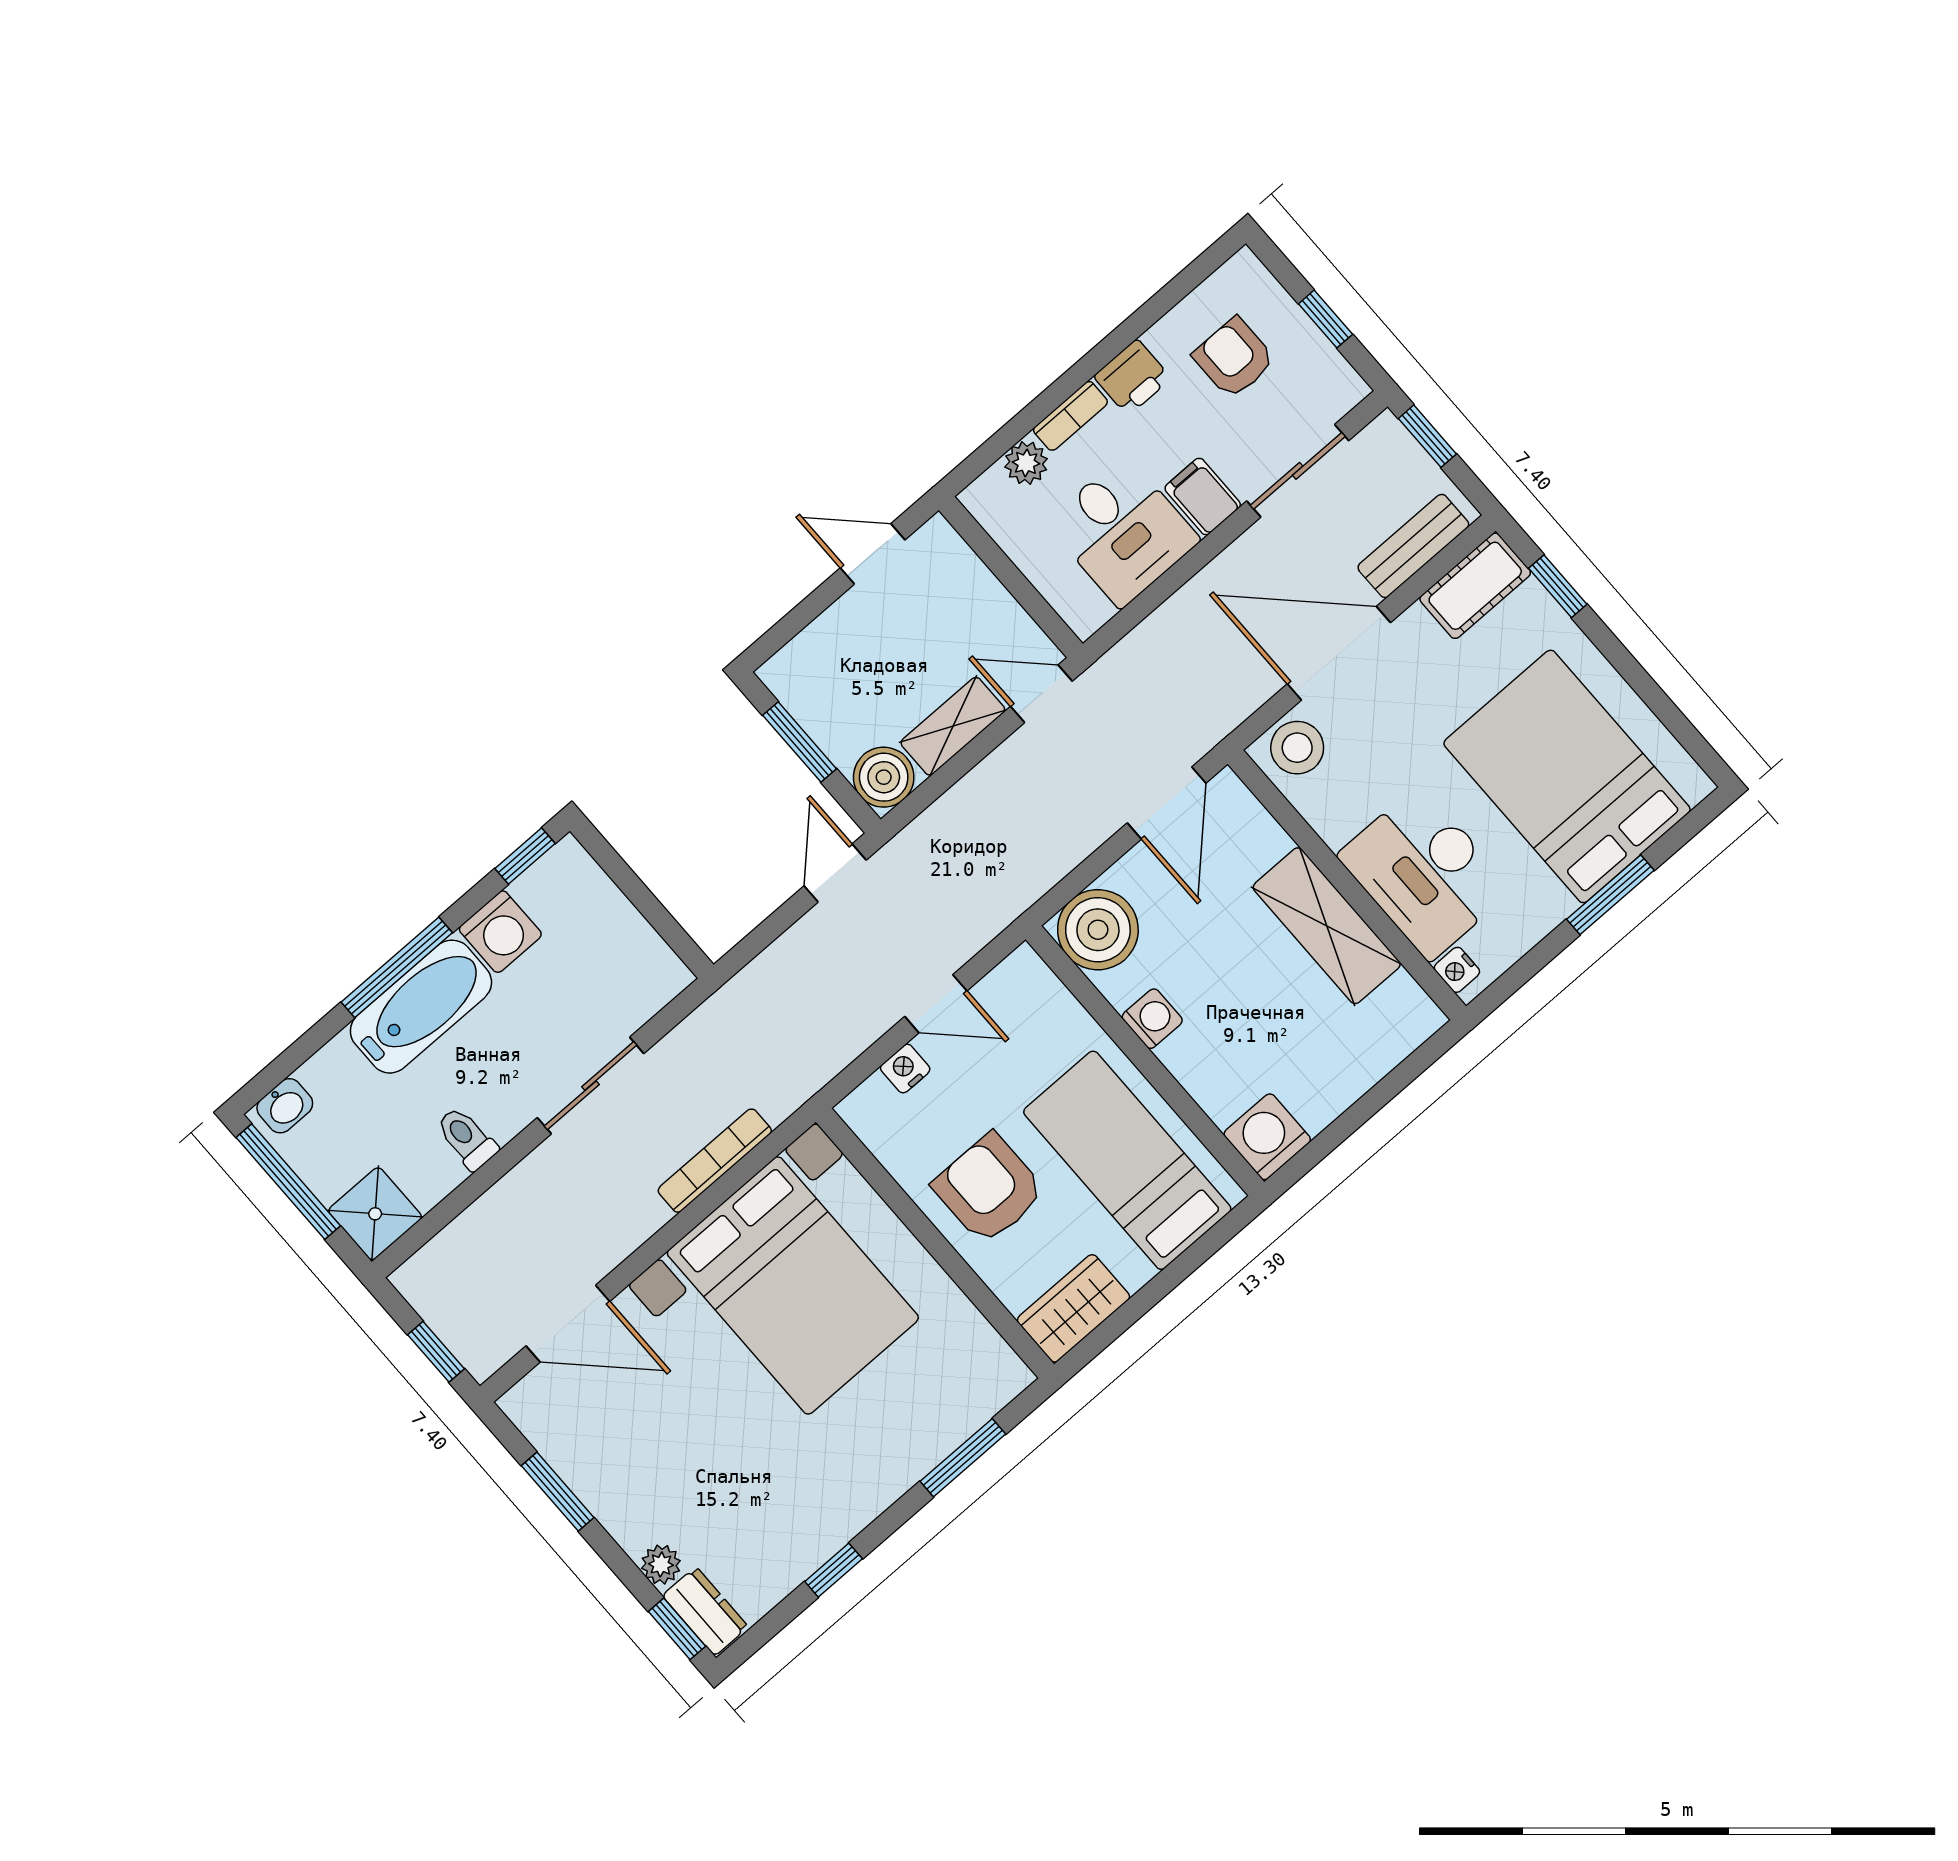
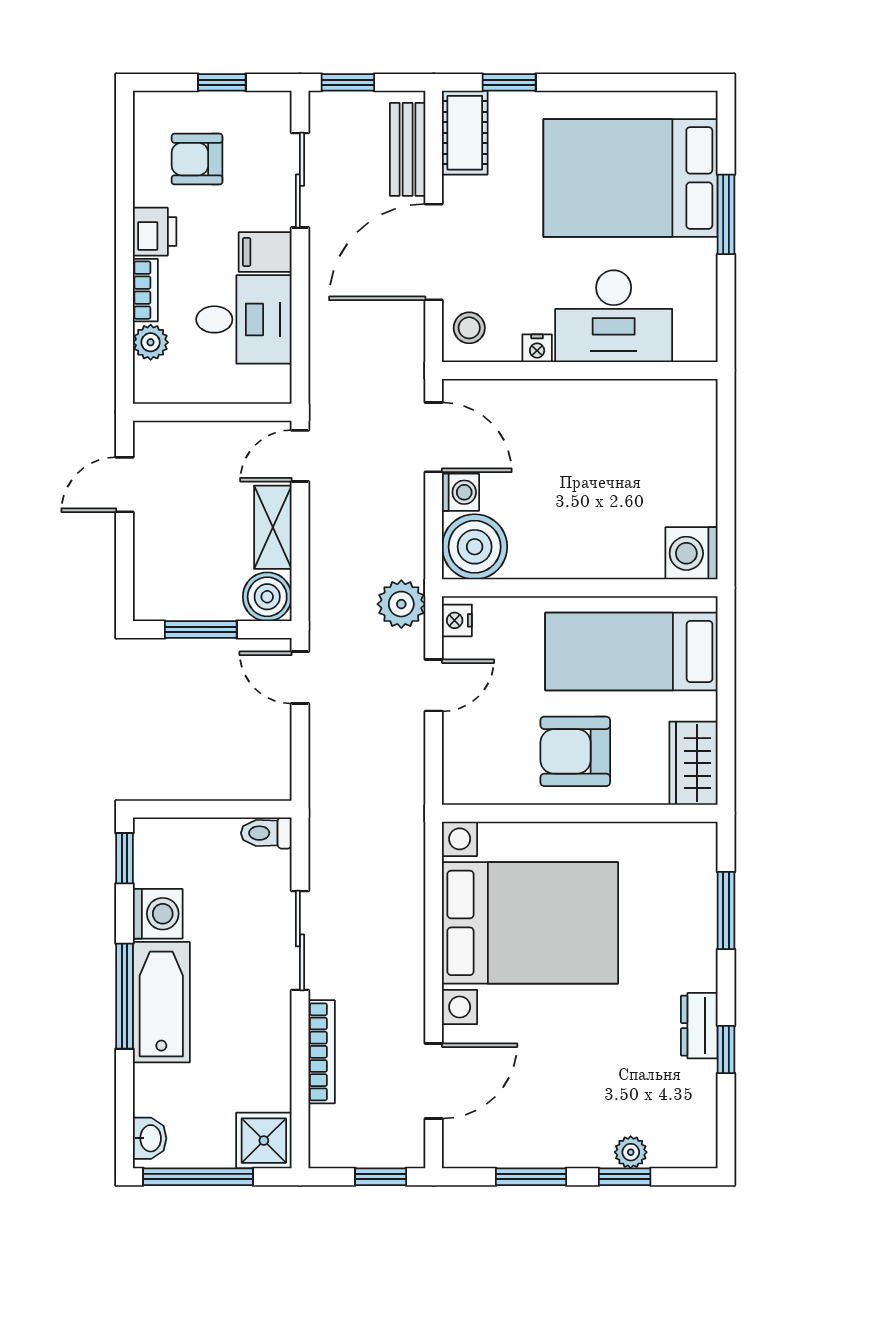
stool: (1297, 748) -> (469, 328), width x0.73, depth x0.73
plant: (985, 908) -> (401, 604), added
shelving: (1327, 926) -> (594, 405), removed
nightstand: (1457, 970) -> (537, 348), moved
washing machine: (1152, 1019) -> (461, 492), moved, turned 90
nightstand: (905, 1068) -> (457, 620), moved
toilet: (467, 1138) -> (266, 833), moved
bookcase: (715, 1161) -> (322, 1052), moved, turned 180
dresser: (705, 1611) -> (699, 1026), moved, turned -90
window: (677, 1629) -> (625, 1177), moved

